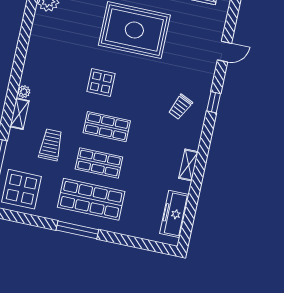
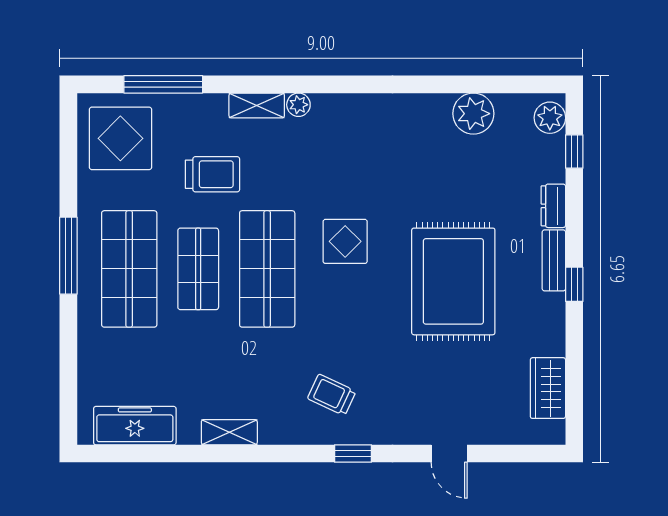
shop shelf: (107, 127) -> (267, 269), width x1.43, depth x1.36

